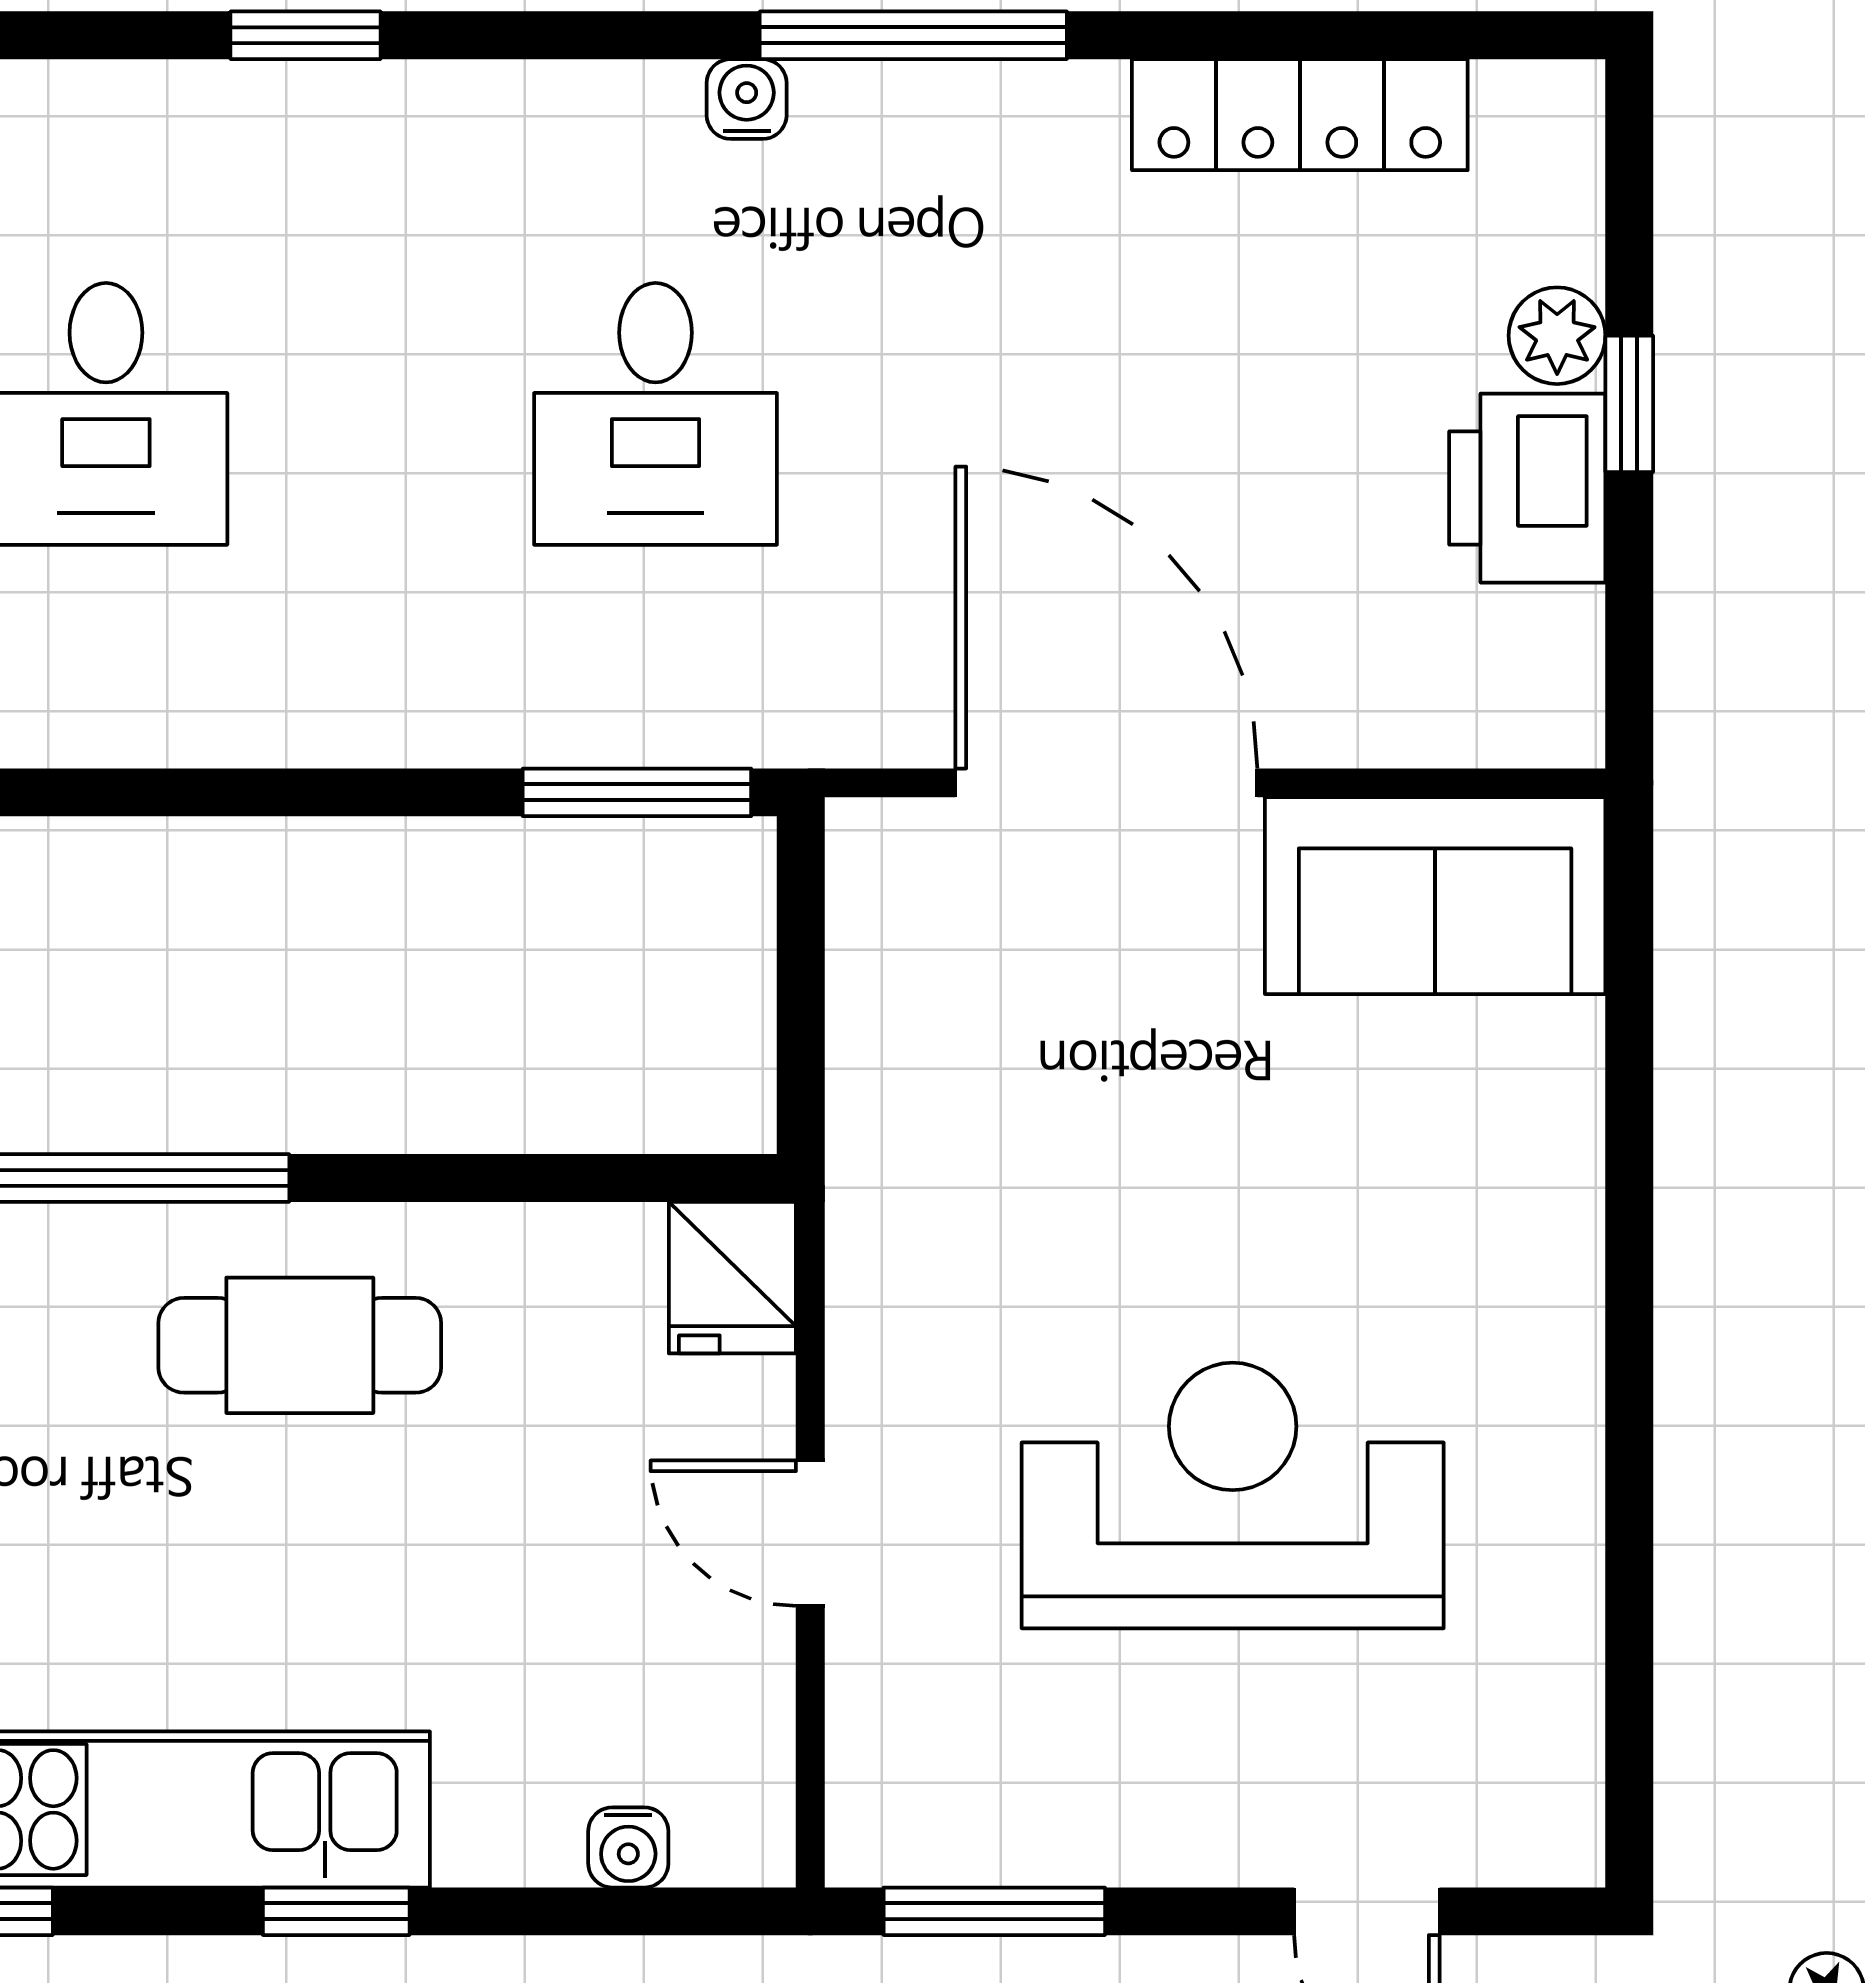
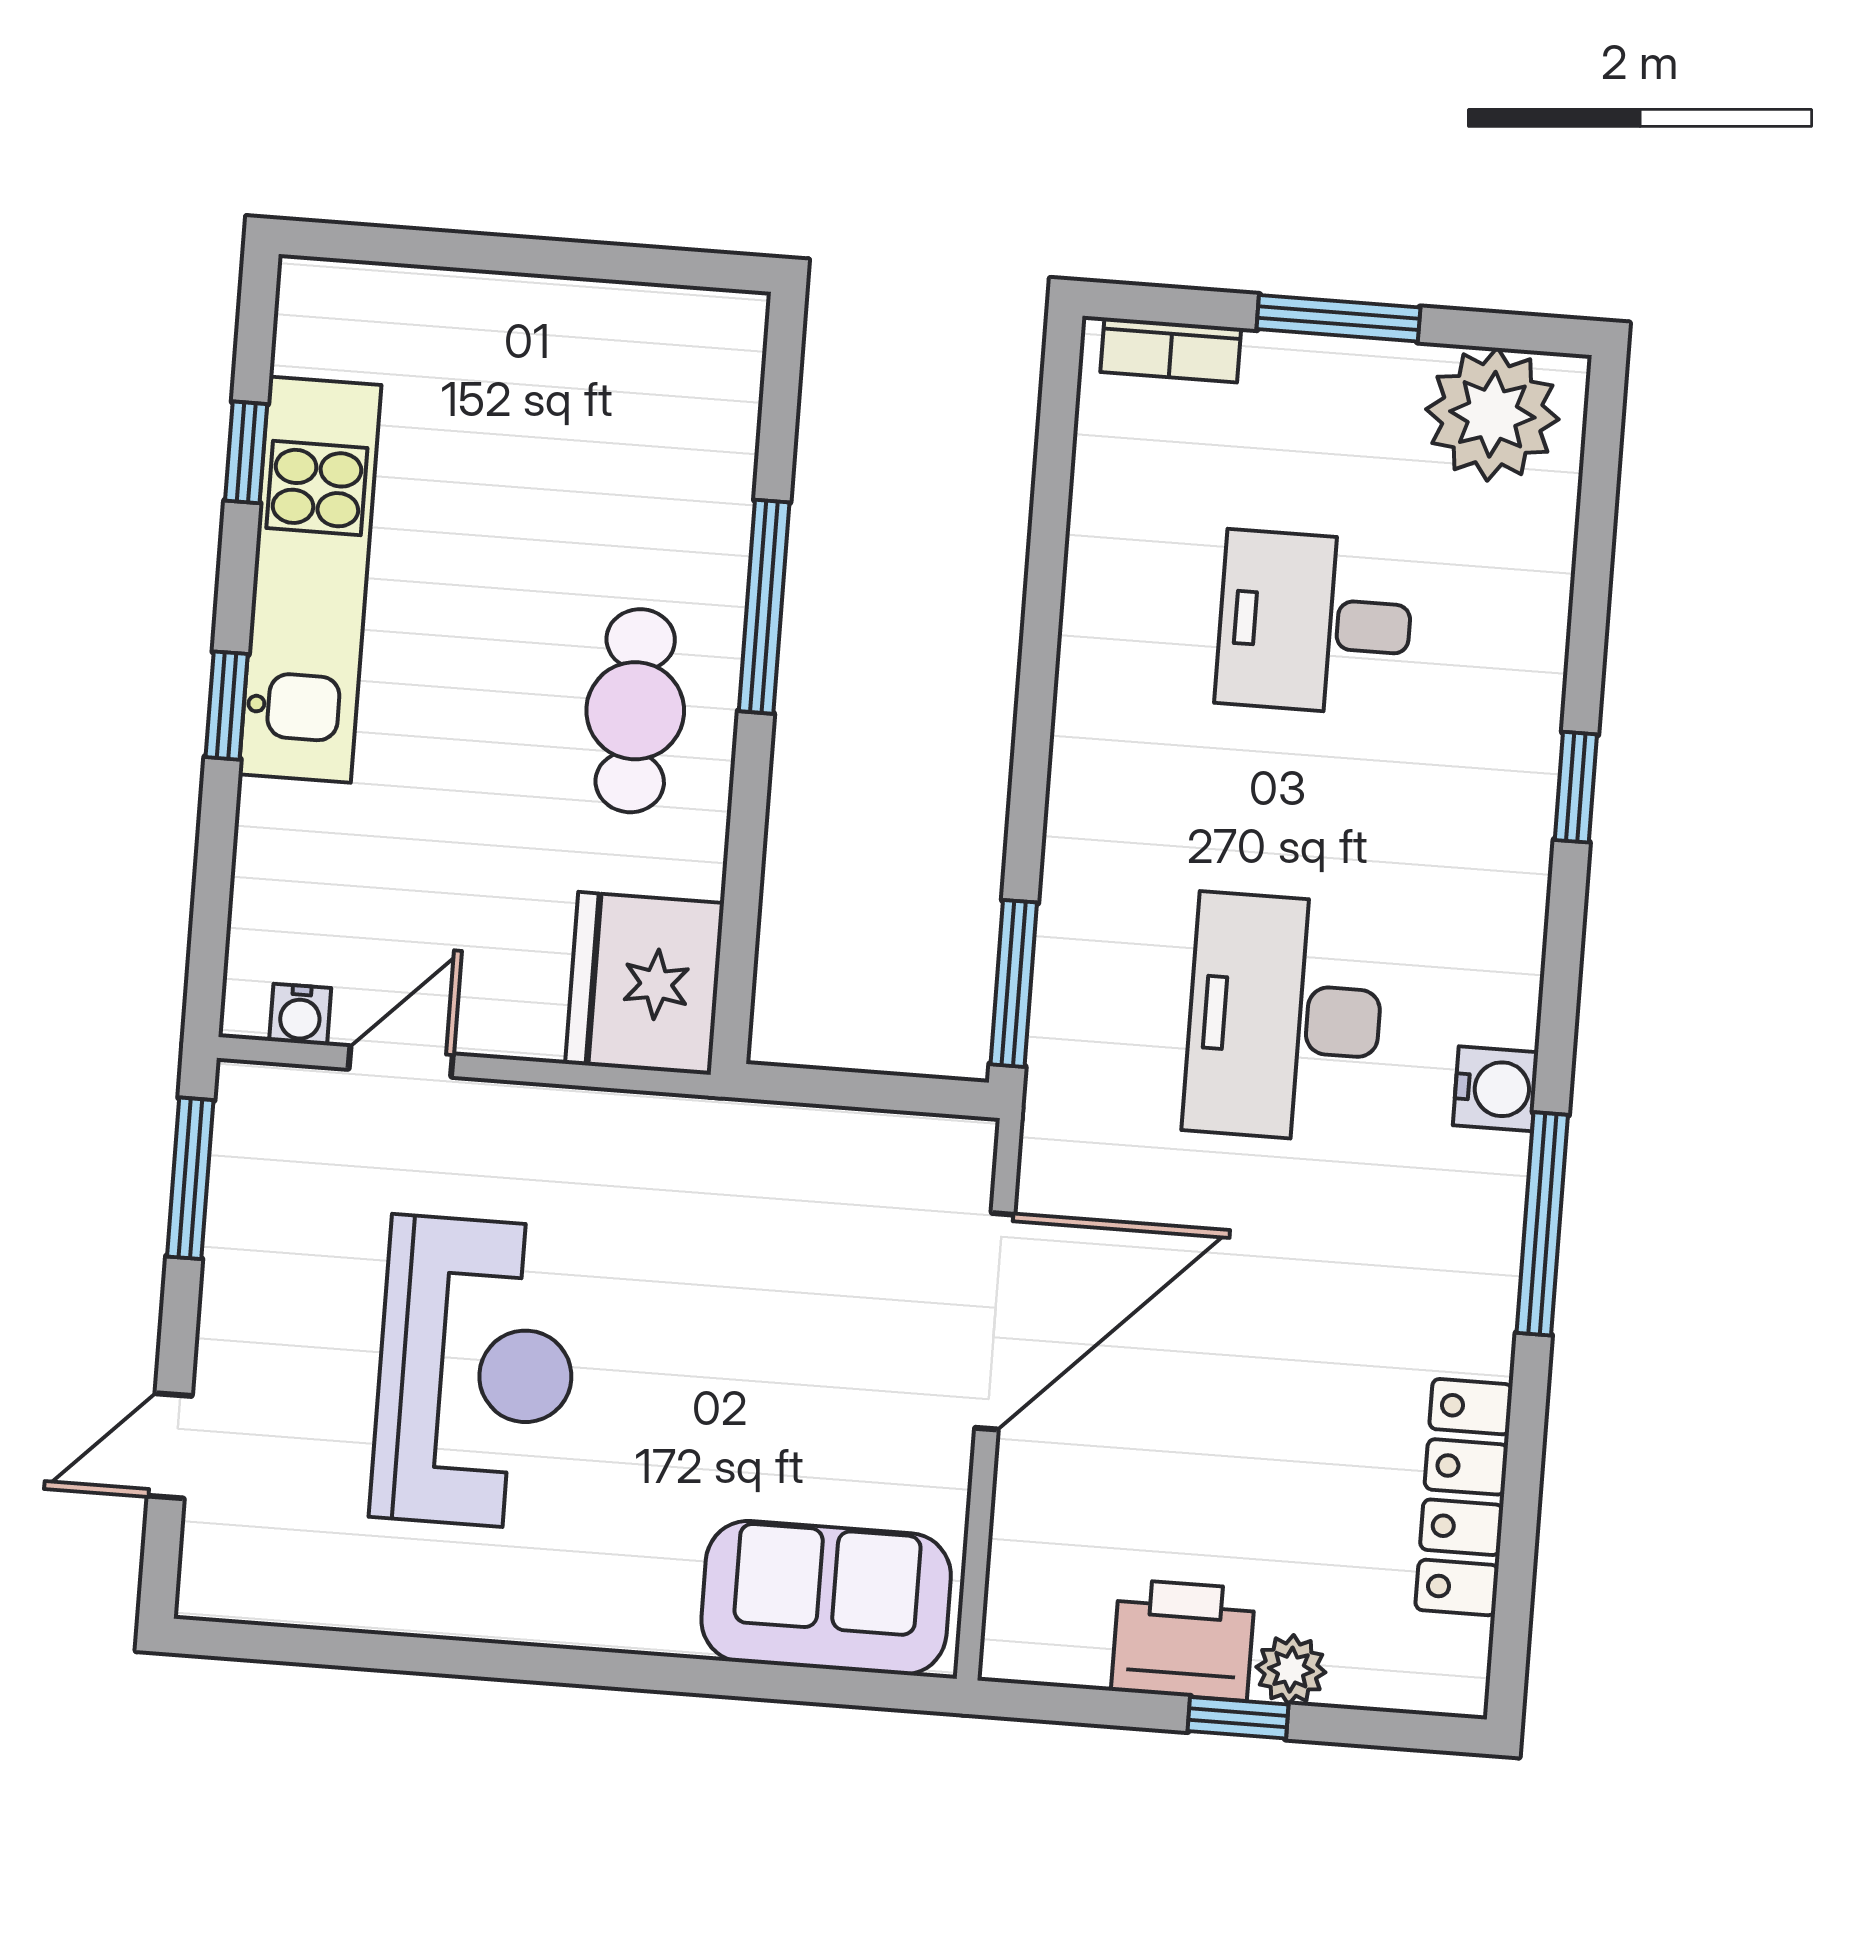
water cooler: (747, 99) -> (1496, 1089), width x1.38, depth x1.38
desk: (656, 414) -> (1285, 1018), width x1.37
sofa: (1435, 896) -> (826, 1598), moved, turned 90
fridge: (732, 1278) -> (645, 983), width x1.88, depth x1.34
door: (810, 1533) -> (401, 1062), moved
water cooler: (628, 1847) -> (300, 1015), moved, turned -90

